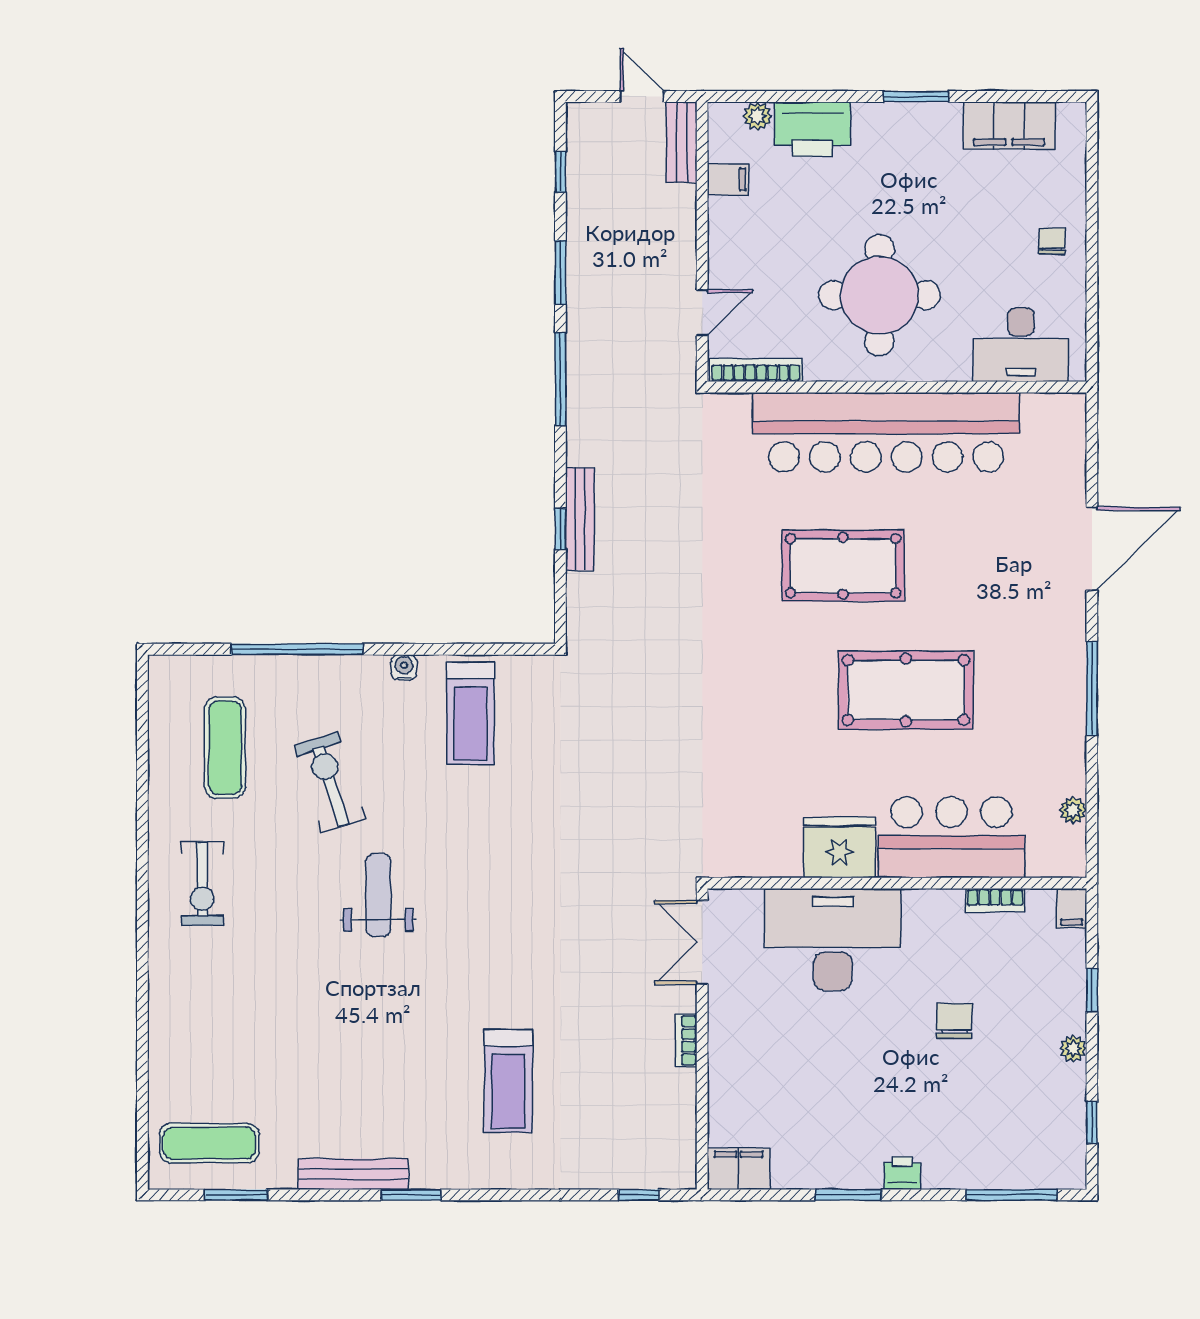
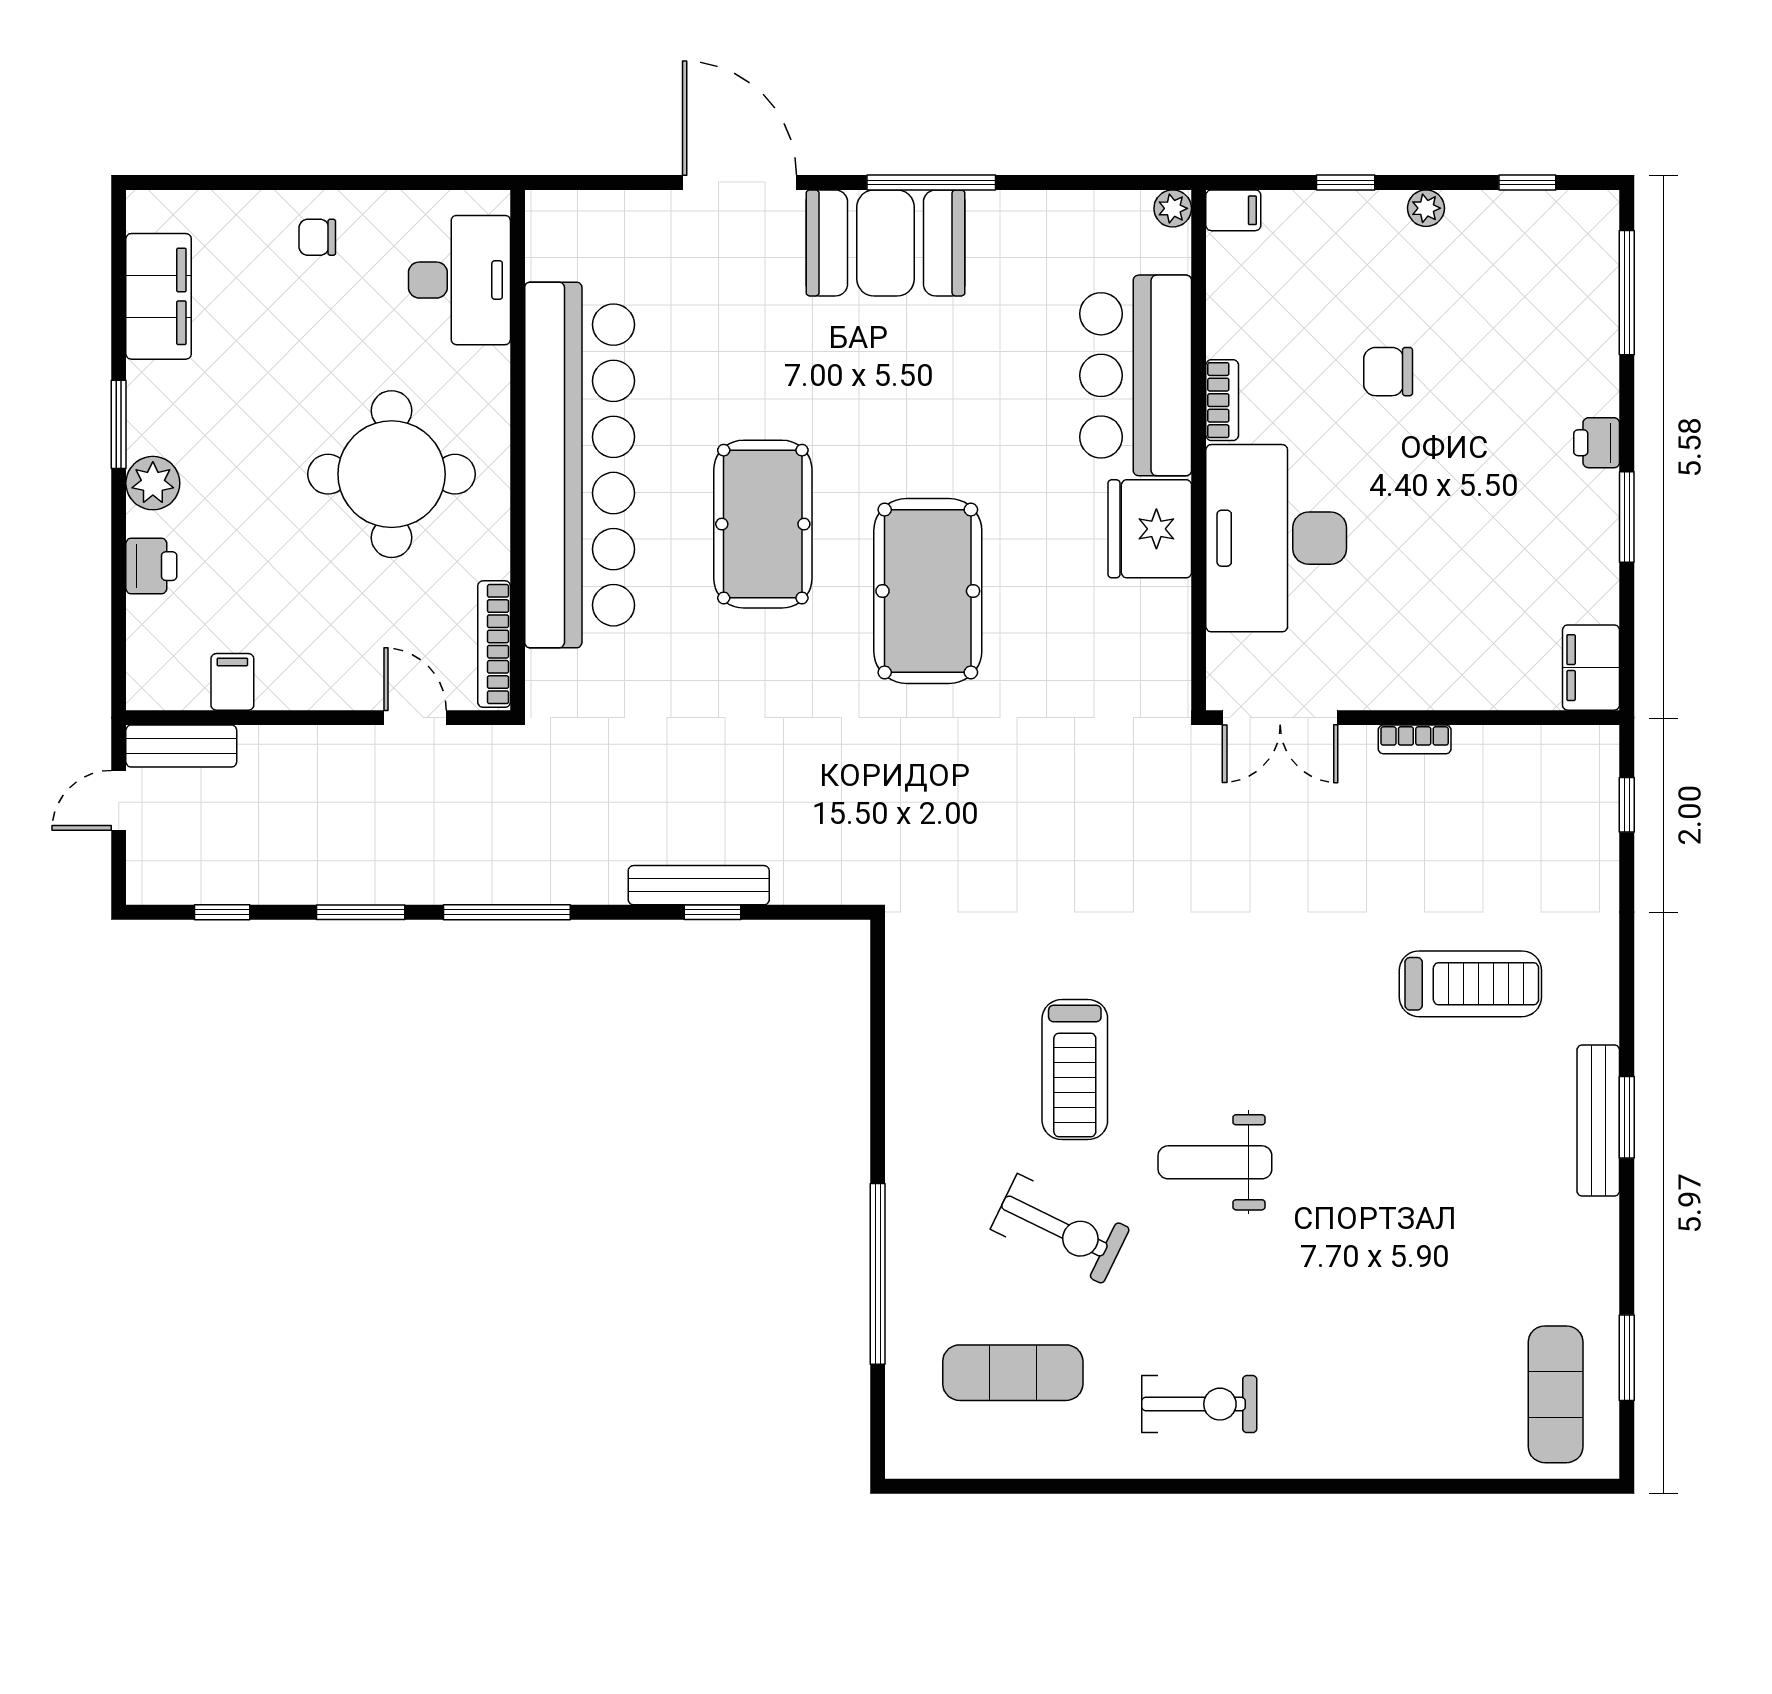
plant: (757, 116) -> (153, 483), moved, width x1.38, depth x1.38
printer: (813, 129) -> (151, 566), width x0.53, depth x0.68
booth: (1048, 655) -> (886, 243), added
water cooler: (404, 667) -> (902, 1127), removed
pool table: (906, 690) -> (928, 591), moved
treadmill: (471, 713) -> (1075, 1070), moved, turned 90
exercise bike: (330, 782) -> (1060, 1229), turned -136
plant: (1073, 810) -> (1173, 208), moved
bookcase: (995, 900) -> (1222, 400), moved
bench: (353, 1174) -> (1598, 1120), moved

